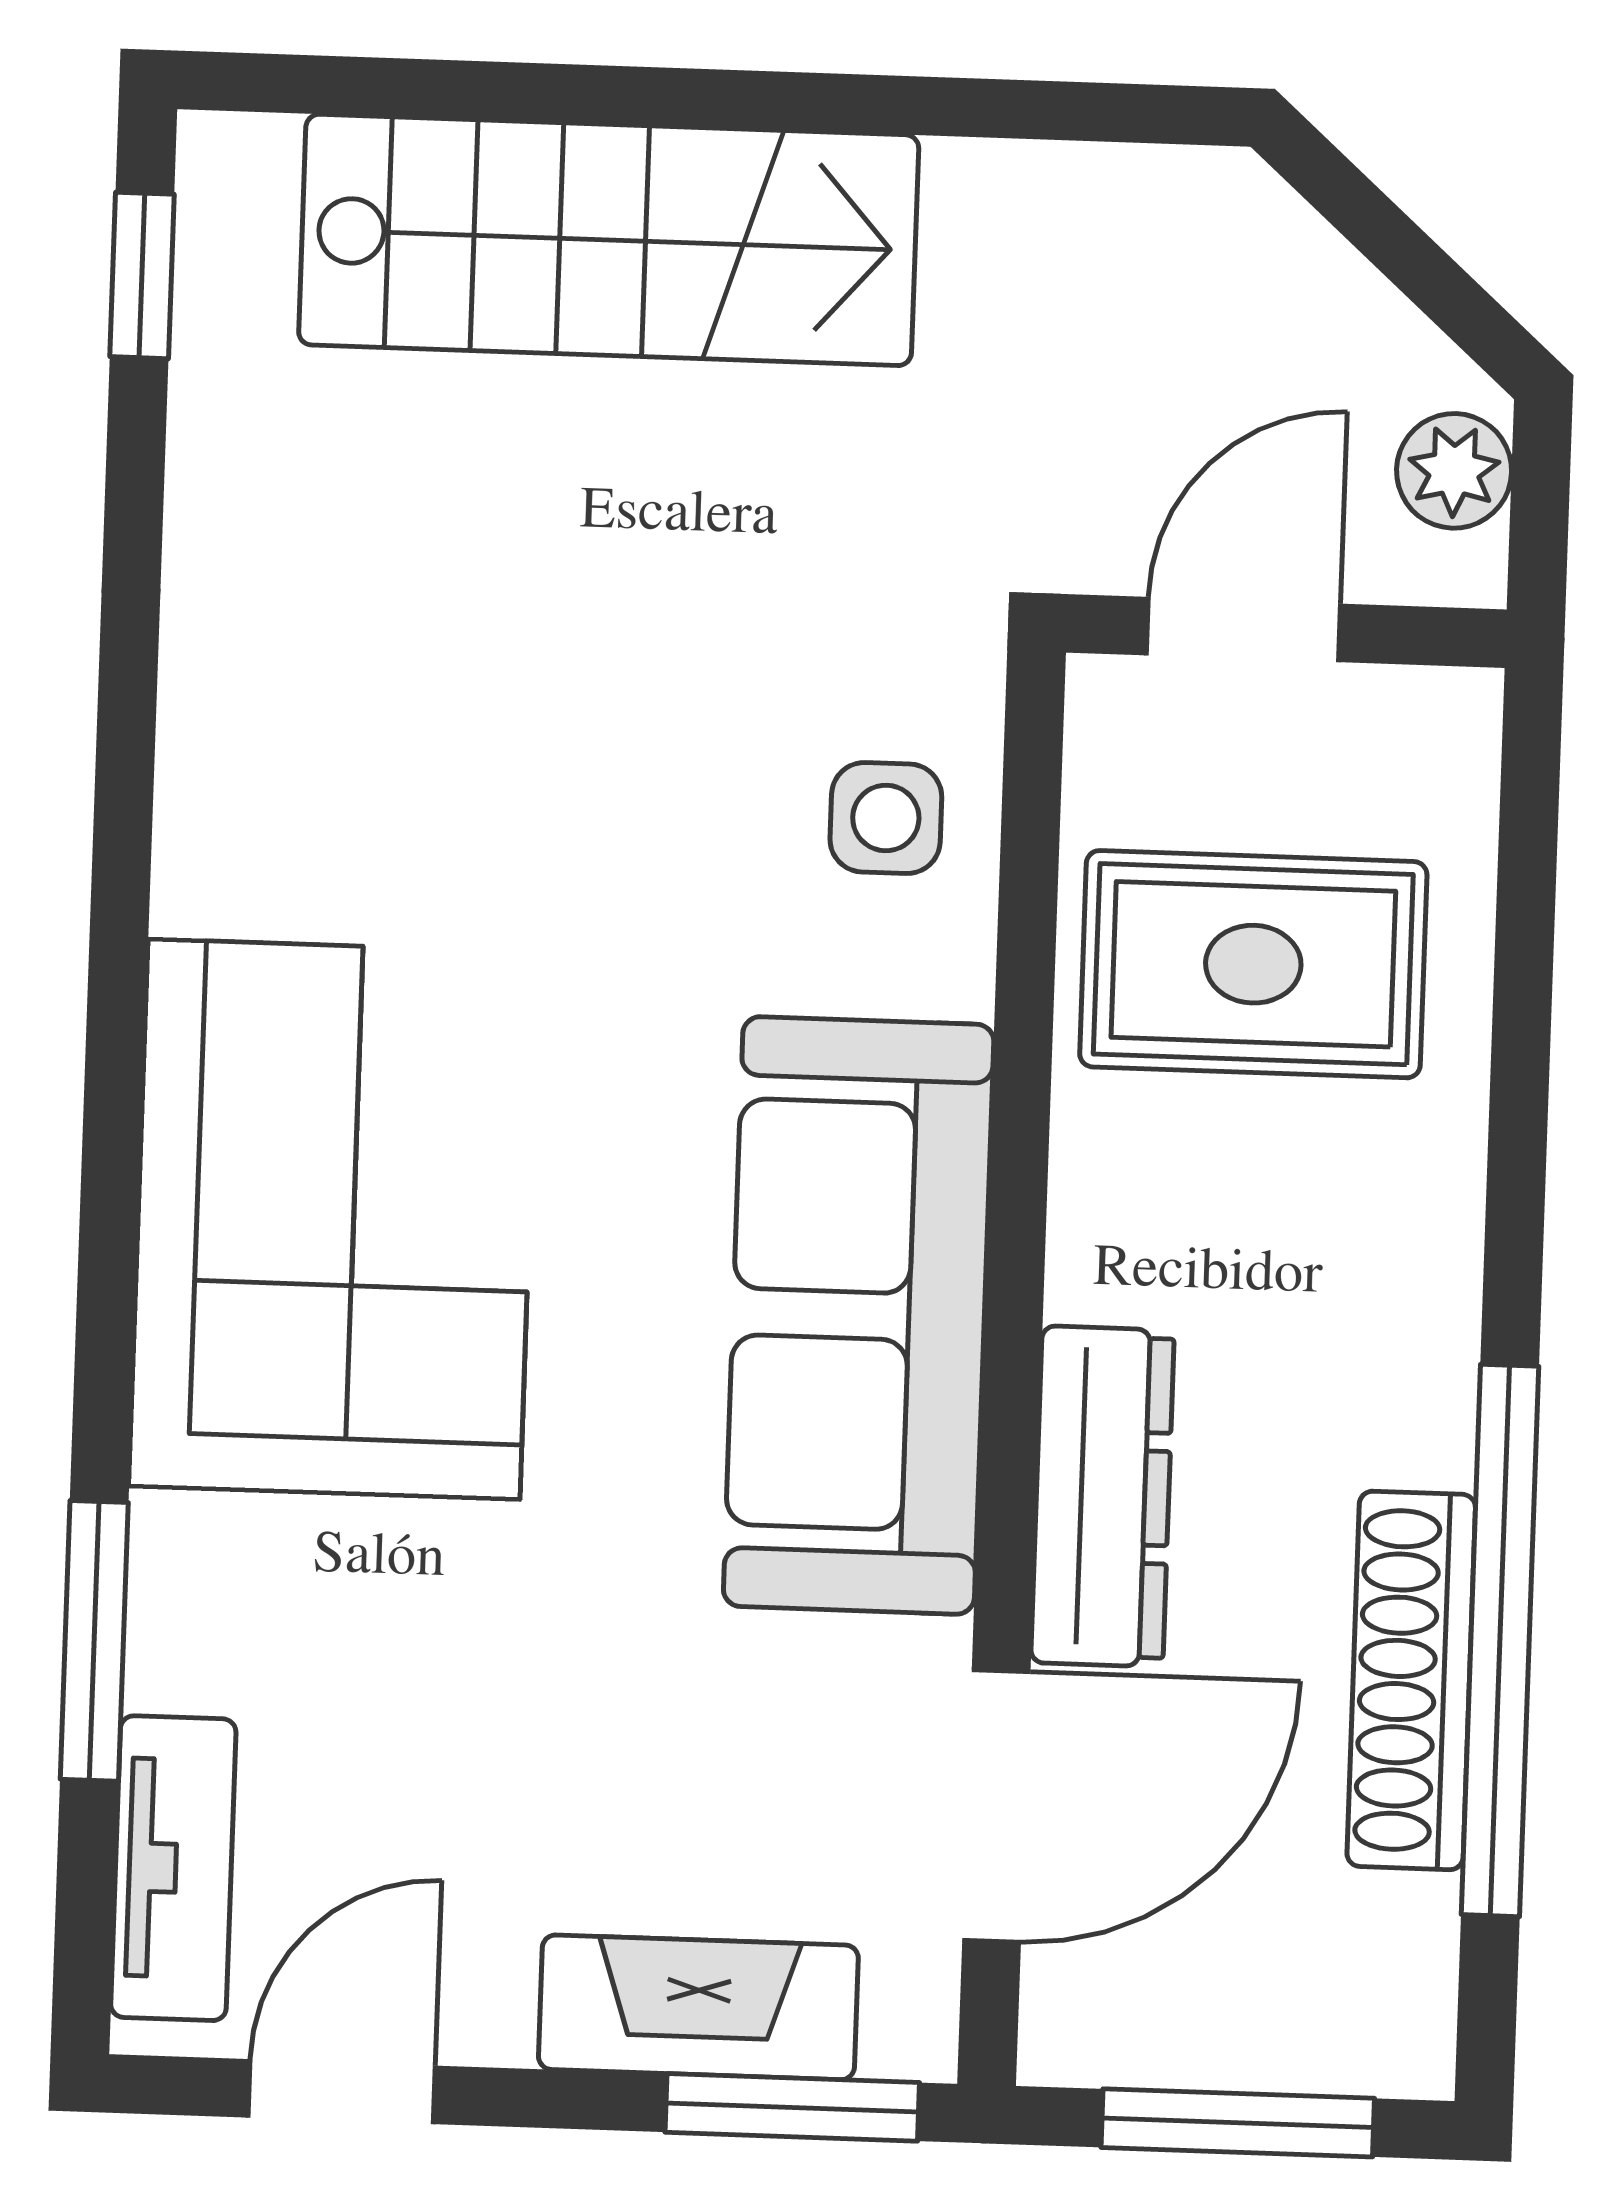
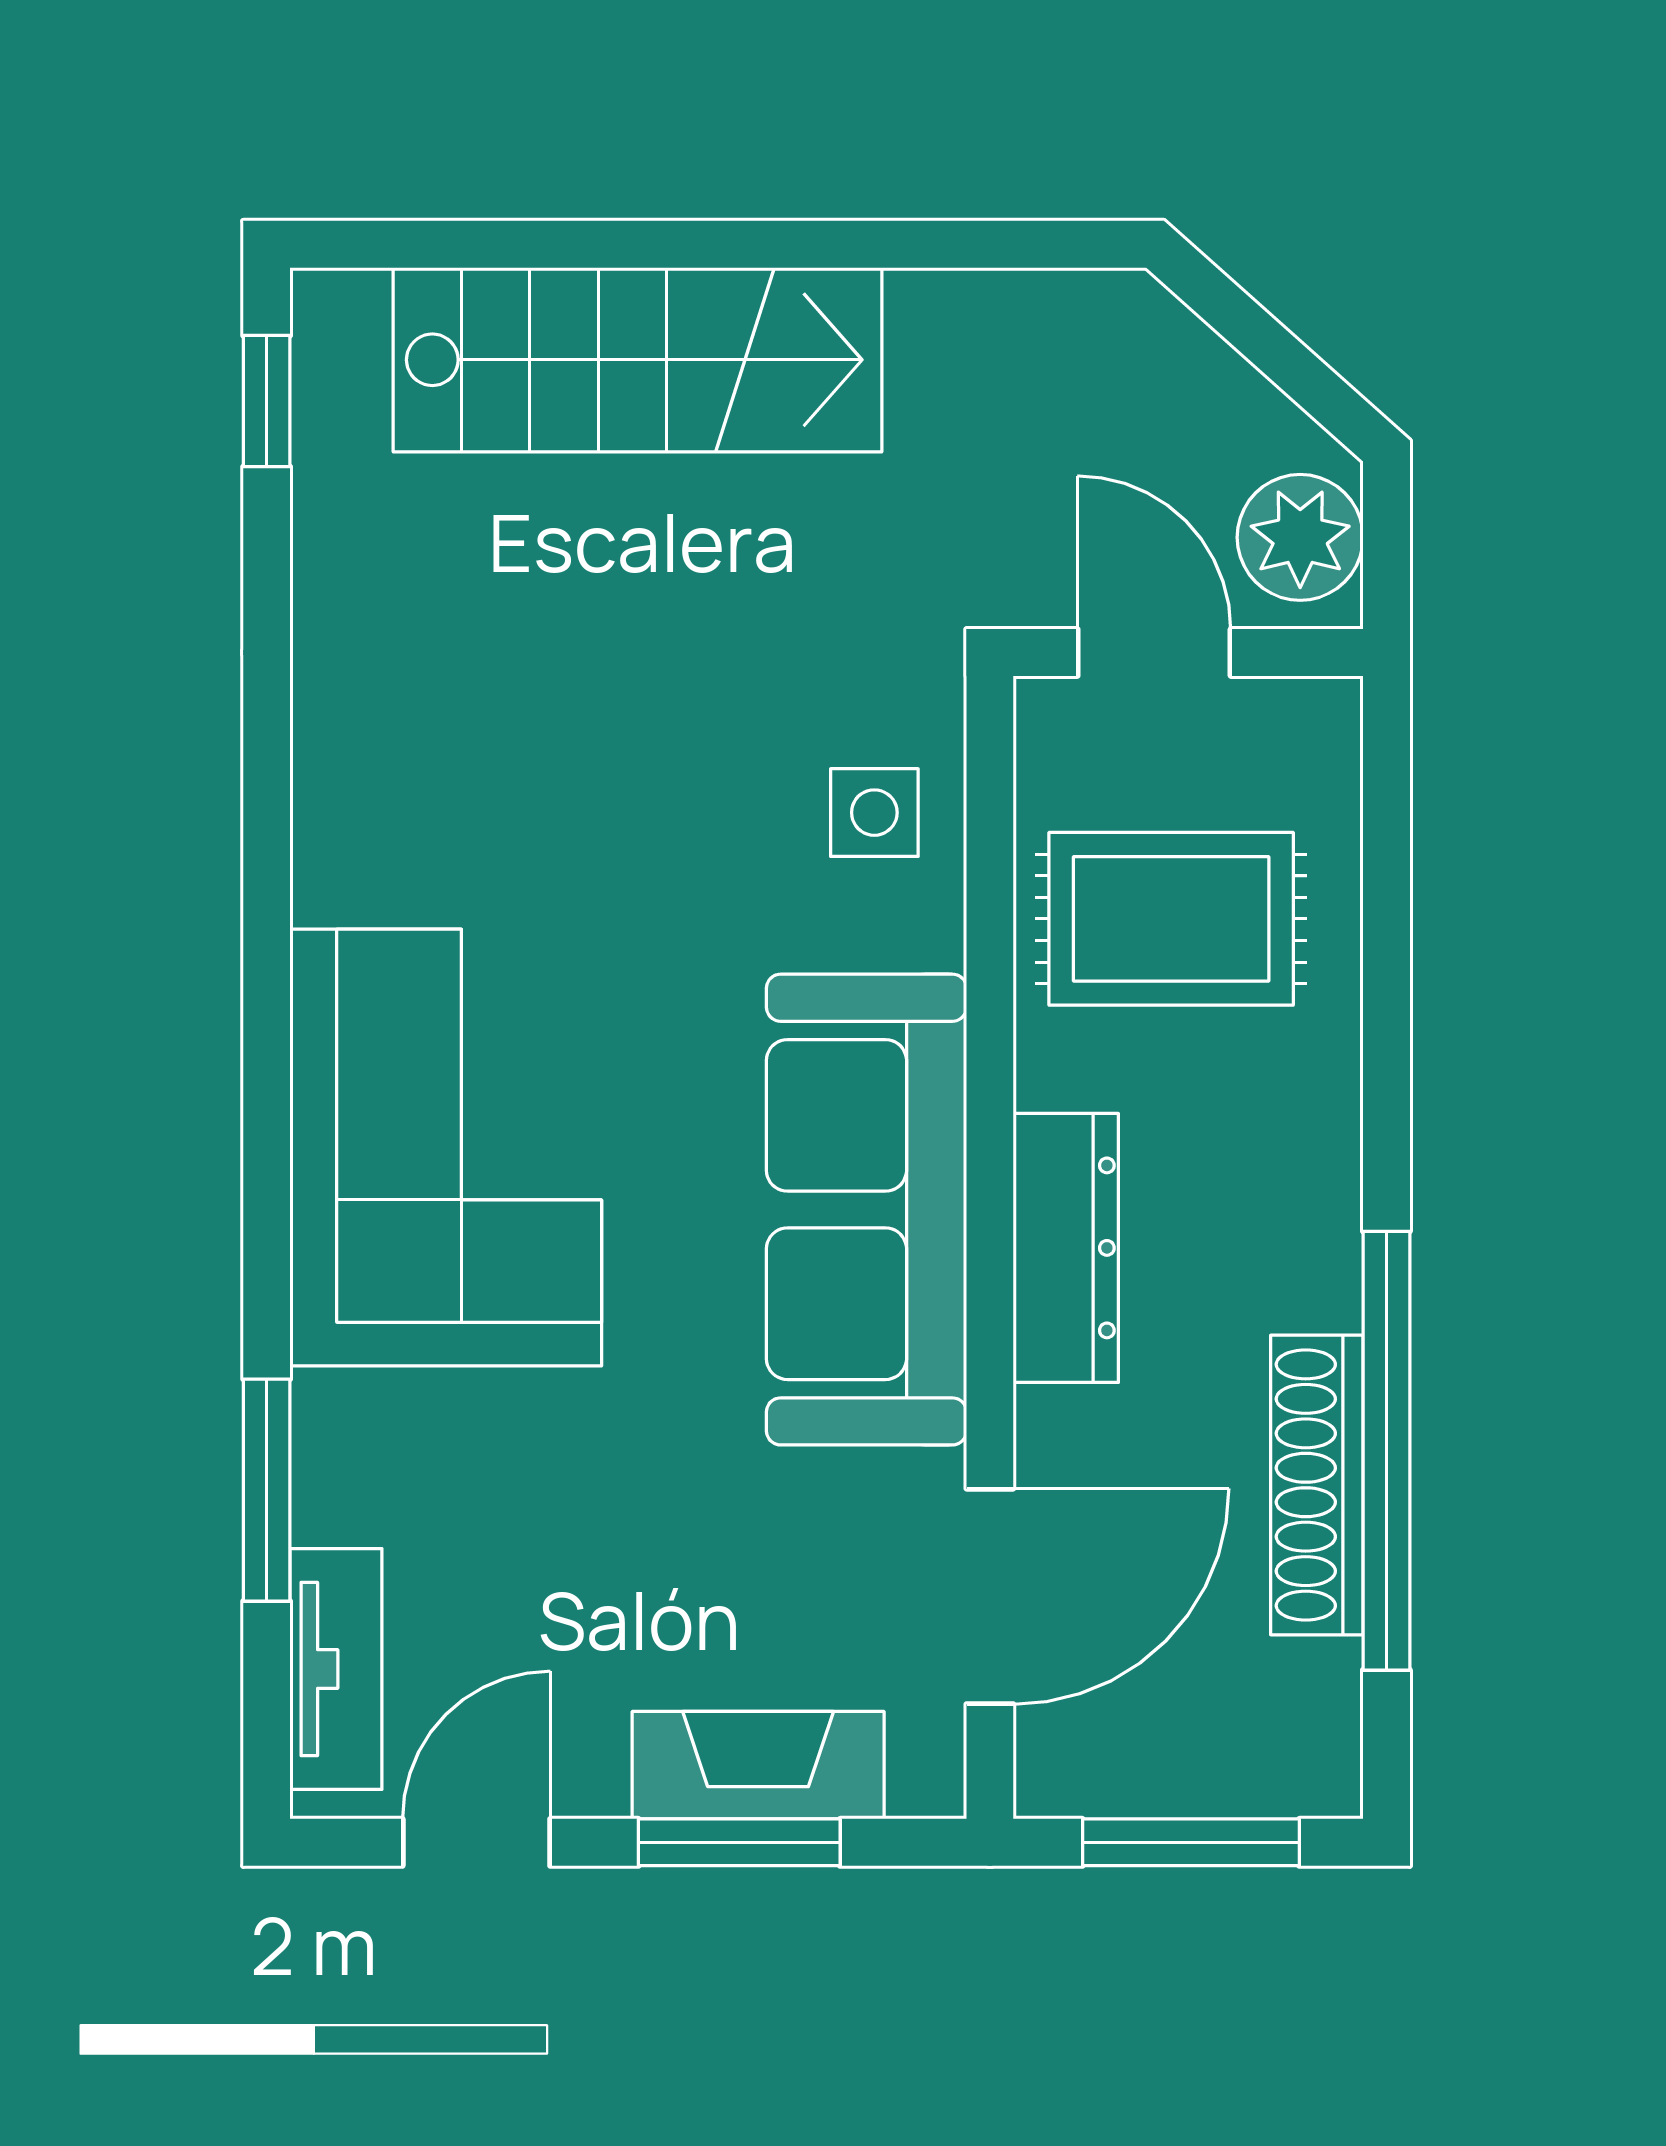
plant: (1454, 471) -> (1300, 537), width x1.38, depth x1.38
door: (1244, 630) -> (1154, 653), hinge flipped
dresser: (1103, 1496) -> (1066, 1248), moved
window: (792, 2107) -> (739, 1842), moved

